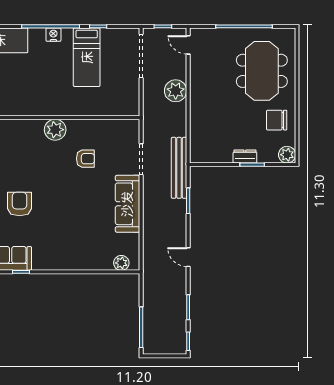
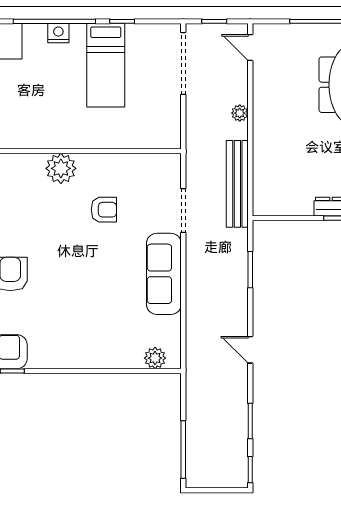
plant: (176, 91) -> (240, 113), width x0.53, depth x0.53
bench: (179, 168) -> (237, 184), moved

